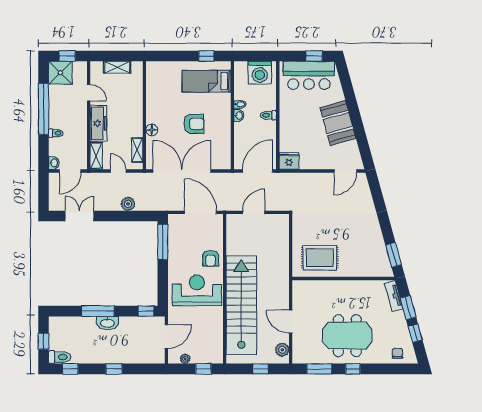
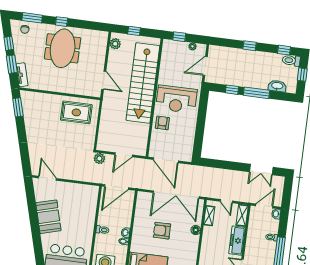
fridge: (289, 161) -> (91, 192), removed
door: (345, 171) -> (47, 178), hinge flipped
plant: (128, 204) -> (99, 158), moved
window: (163, 242) -> (198, 141), removed
window: (146, 311) -> (232, 90), moved
door: (291, 322) -> (104, 80), moved
washbasin: (107, 323) -> (277, 86), moved
meeting table: (347, 336) -> (63, 48), turned 90
window: (319, 369) -> (32, 18), moved

